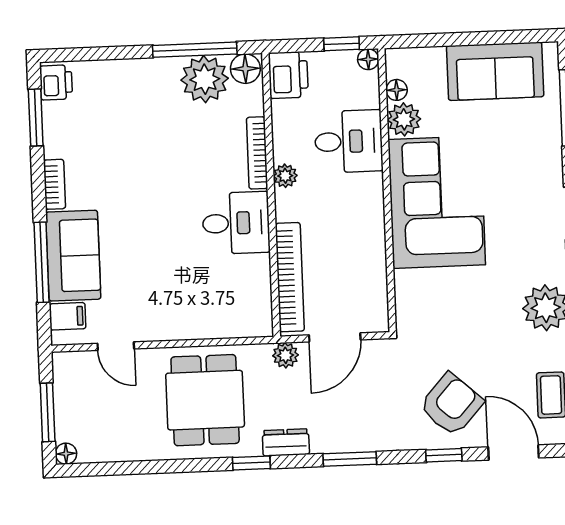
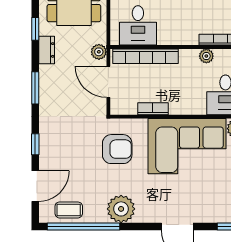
desk: (236, 223) -> (138, 25), moved
bookcase: (377, 261) -> (153, 109), added
armchair: (451, 404) -> (117, 149), moved, turned -42

